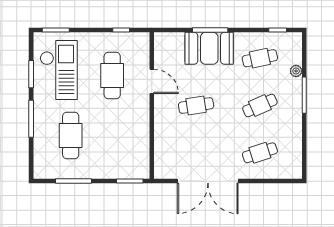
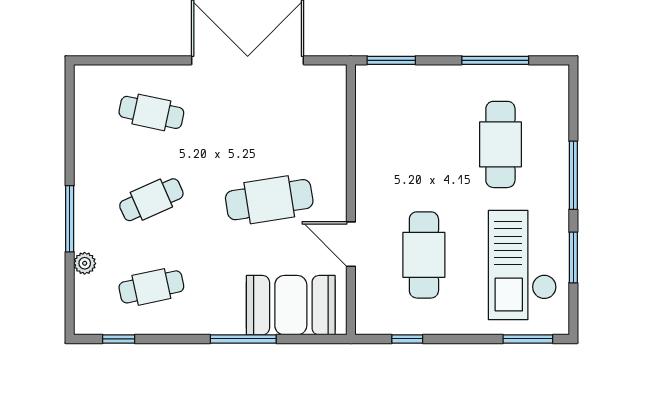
booth: (209, 48) -> (291, 305), moved
cafe table: (196, 105) -> (269, 200), width x1.37, depth x1.35
cafe table: (260, 153) -> (151, 112), turned 30

